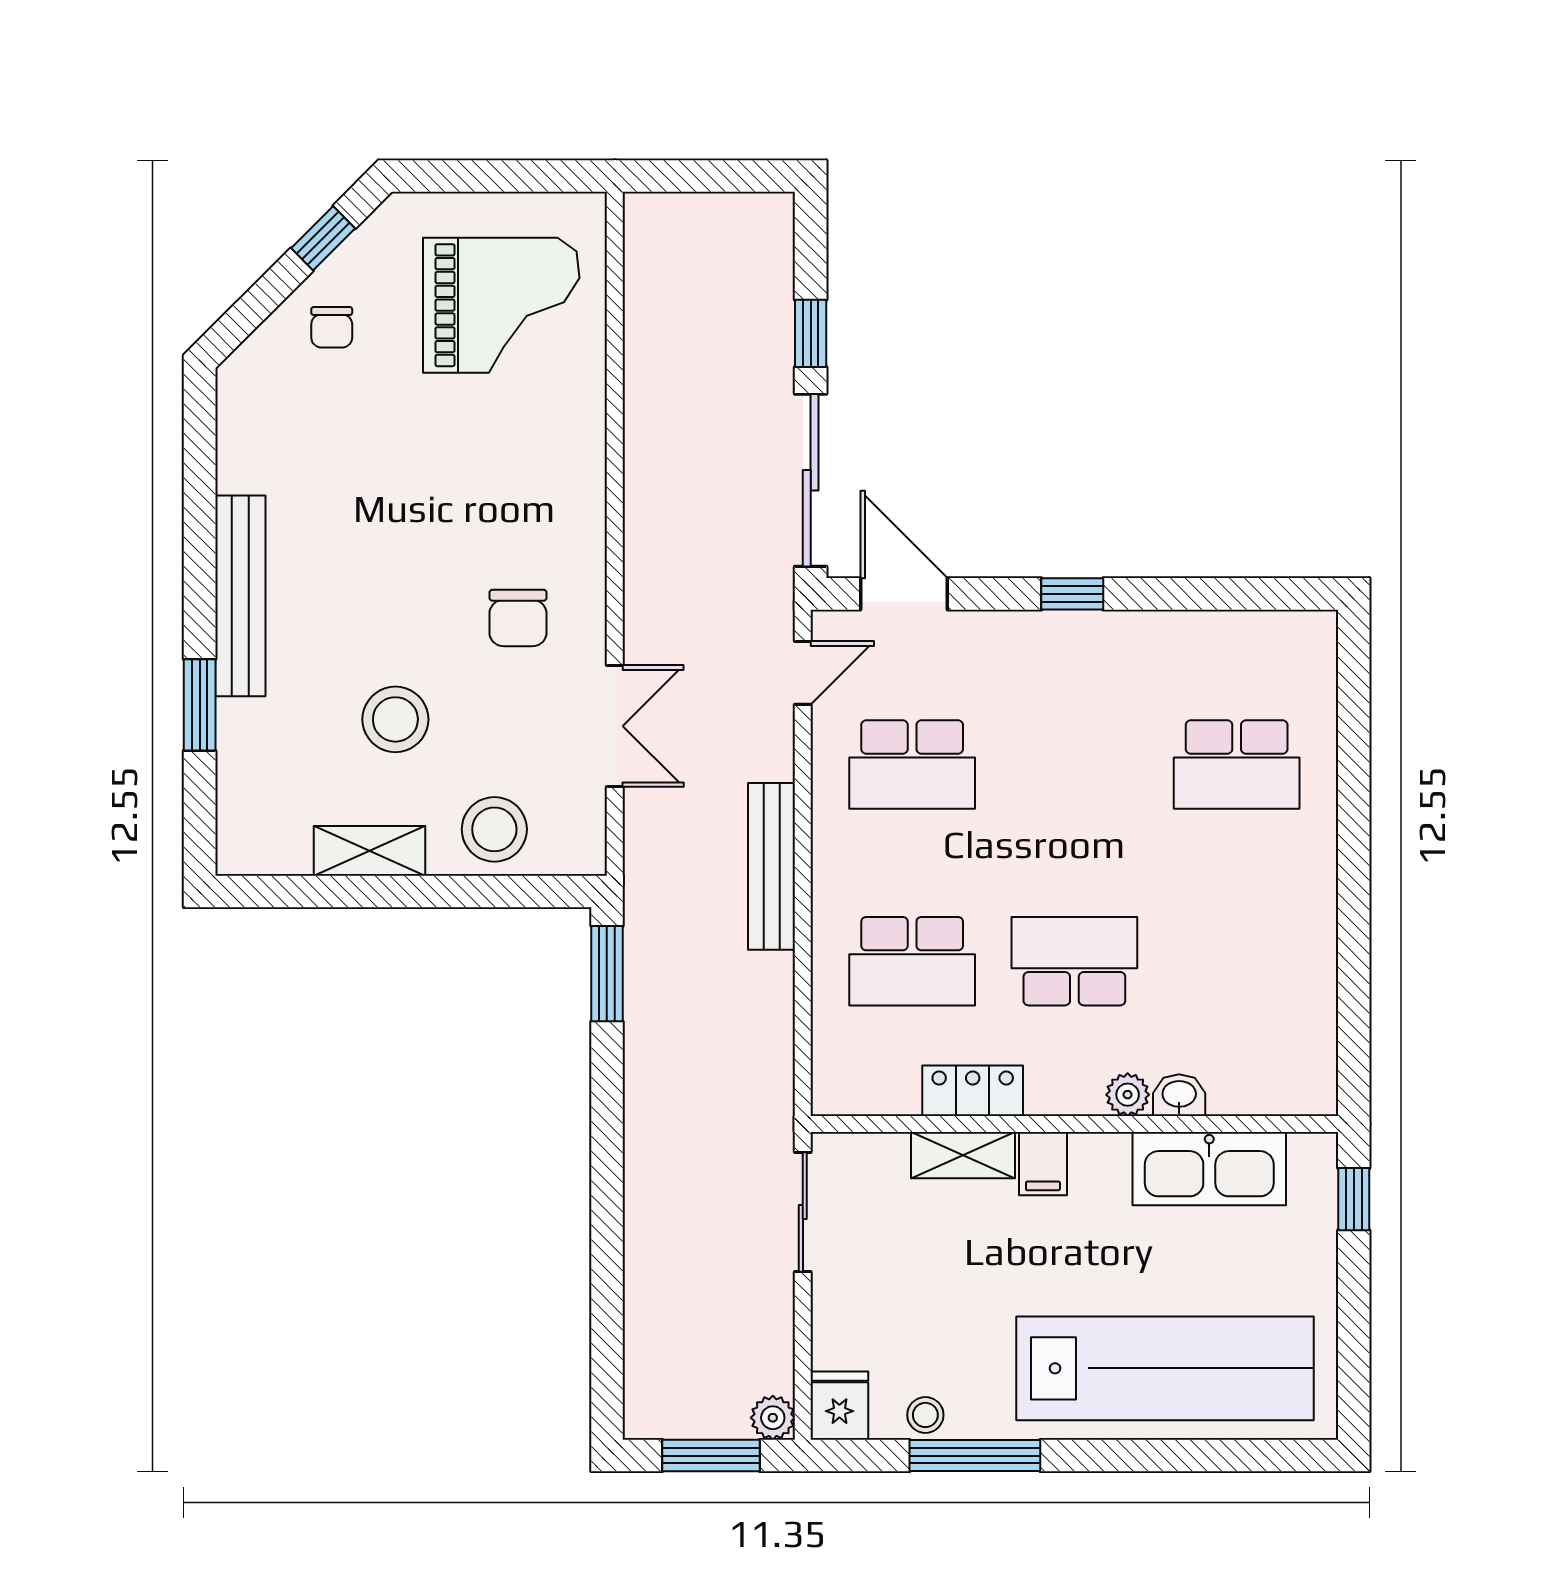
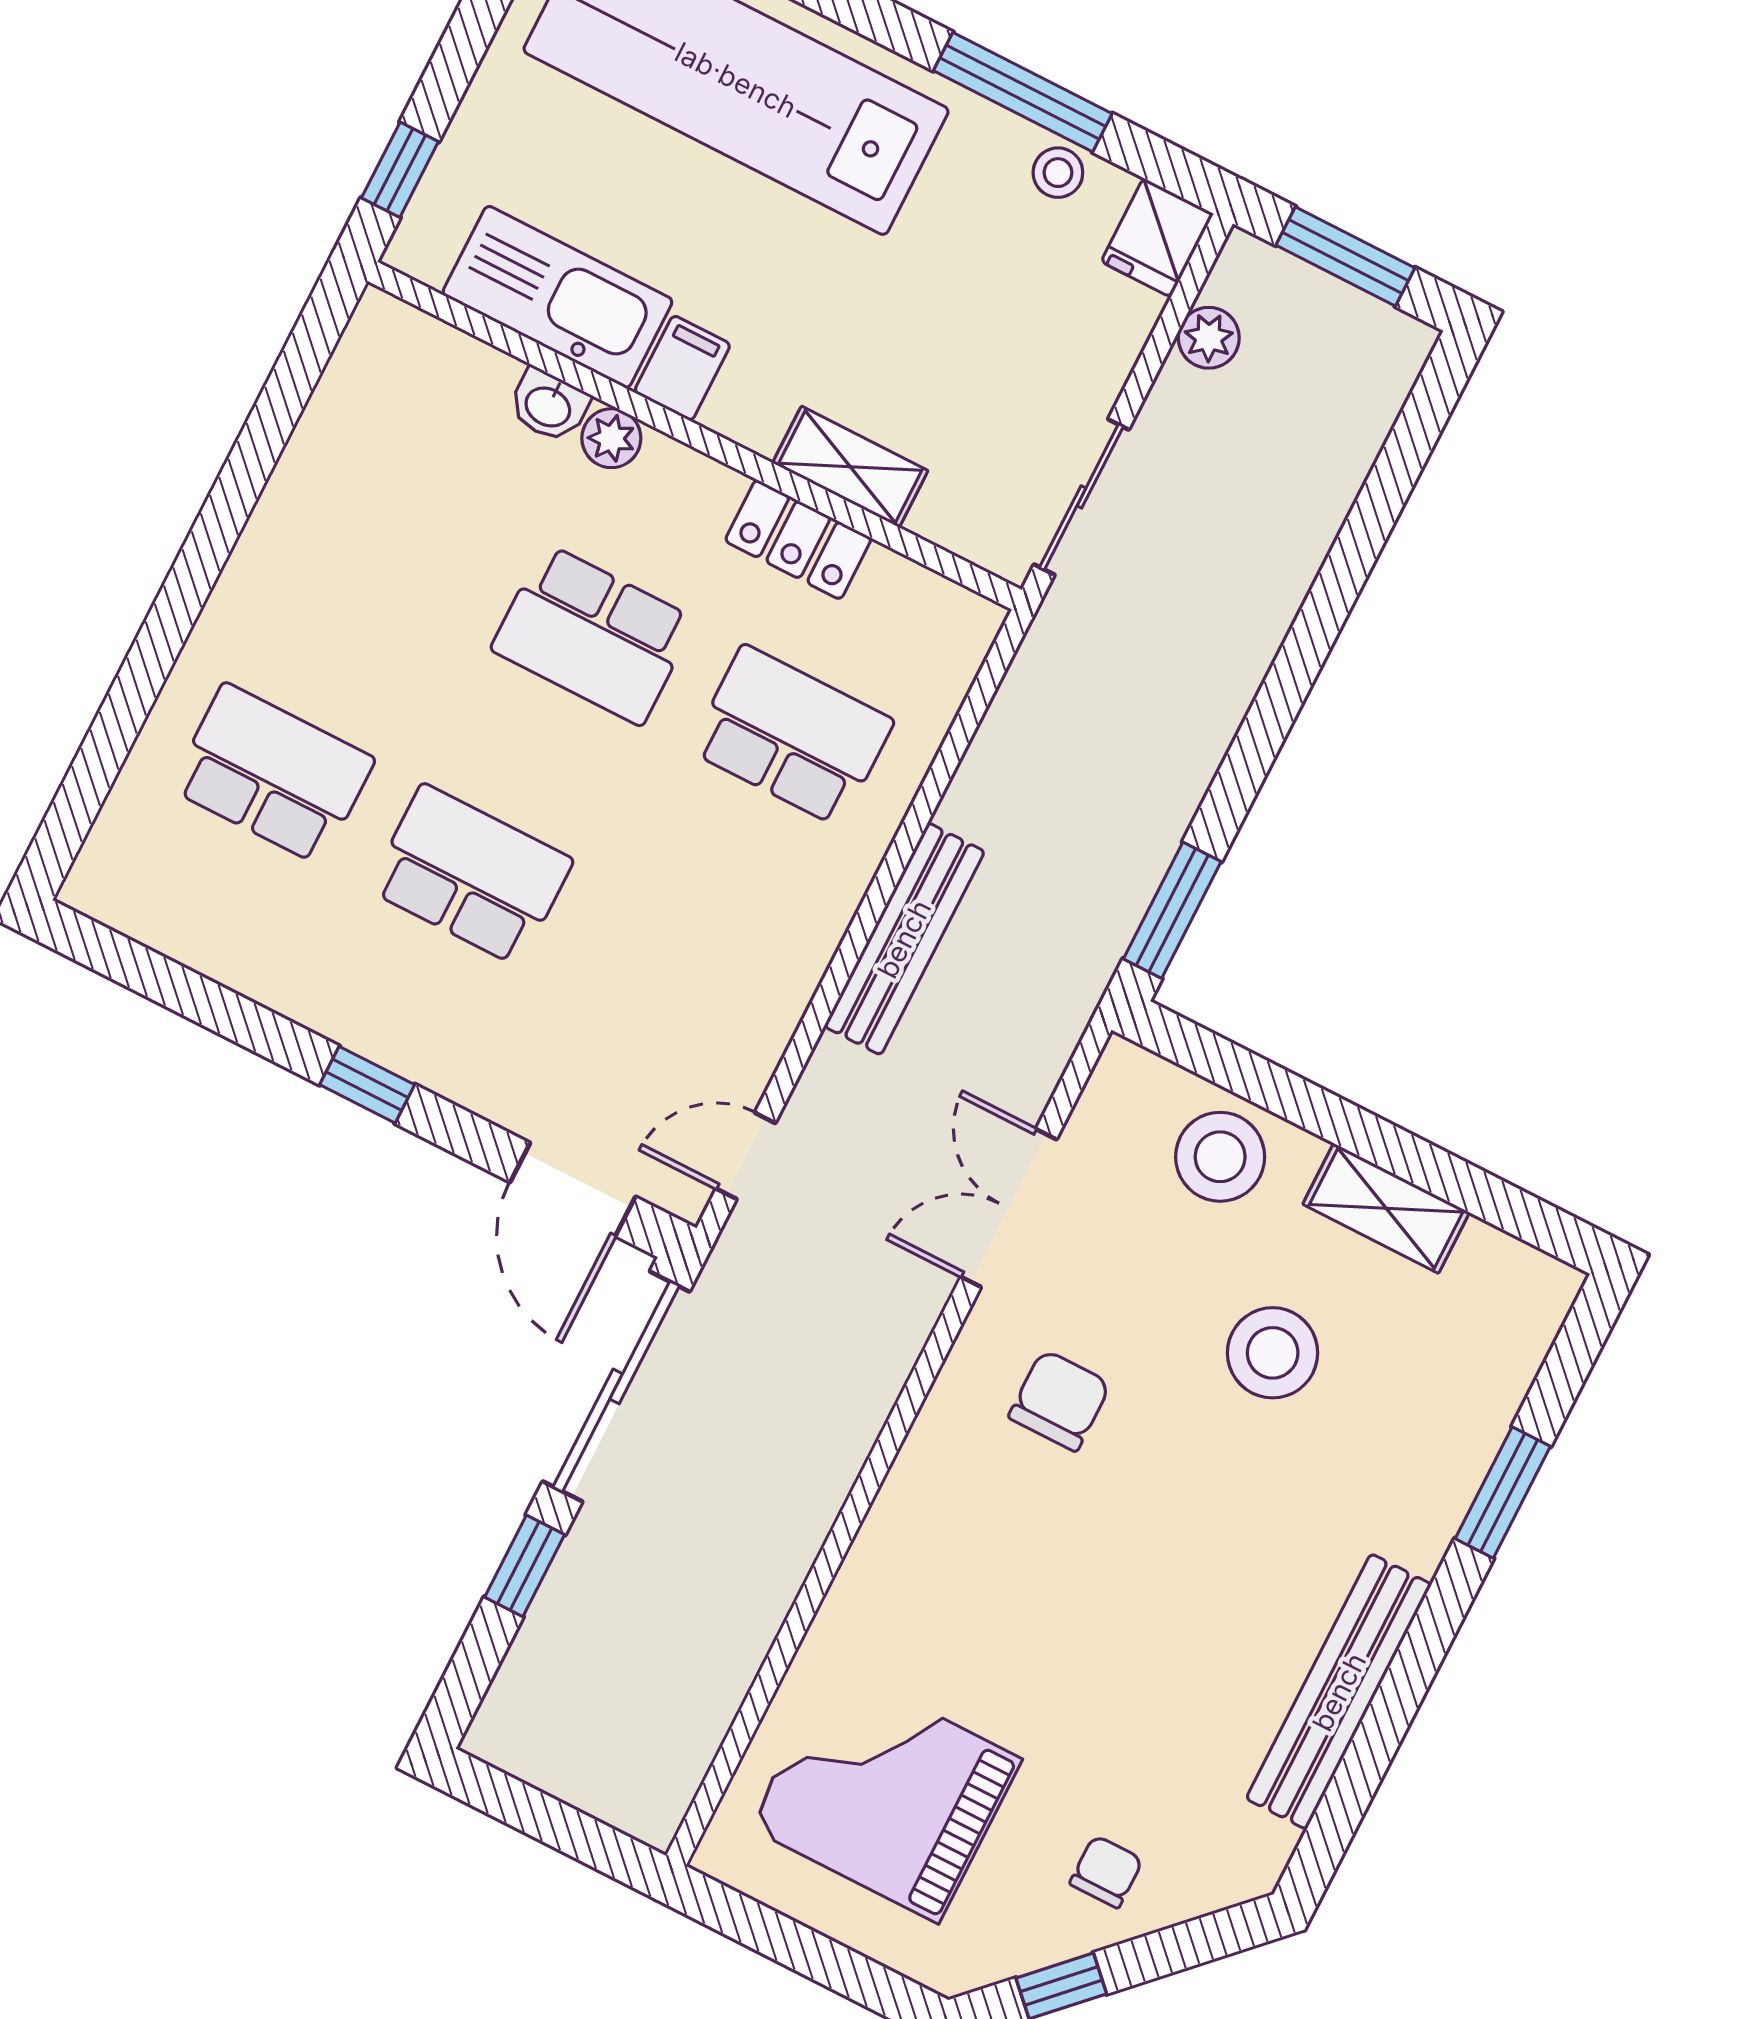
bench: (240, 596) -> (1339, 1692), moved
school desk: (912, 765) -> (471, 875), moved
filing cabinet: (1043, 1164) -> (682, 368), moved
plant: (773, 1418) -> (1209, 338), moved

